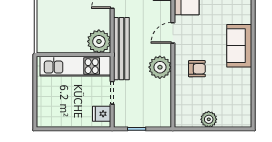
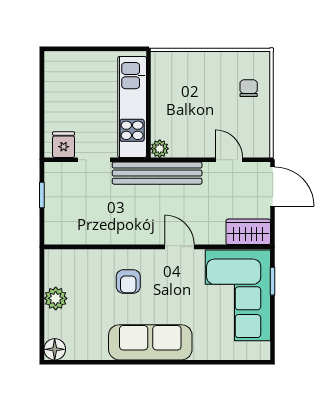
plant: (99, 41) -> (160, 149), width x0.53, depth x0.53
sofa: (239, 46) -> (150, 342), width x1.36
plant: (160, 67) -> (130, 228), removed
floor lamp: (244, 120) -> (55, 349), added

